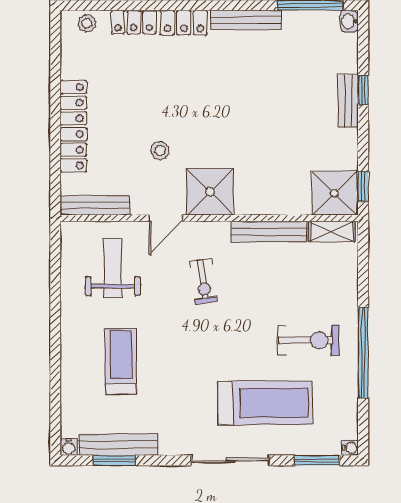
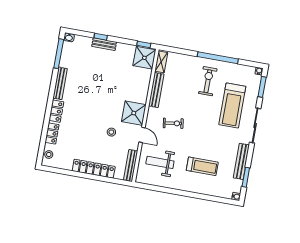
treadmill: (121, 361) -> (202, 166), turned 180
treadmill: (265, 403) -> (232, 106), turned 180
bench: (118, 445) -> (241, 161), moved

